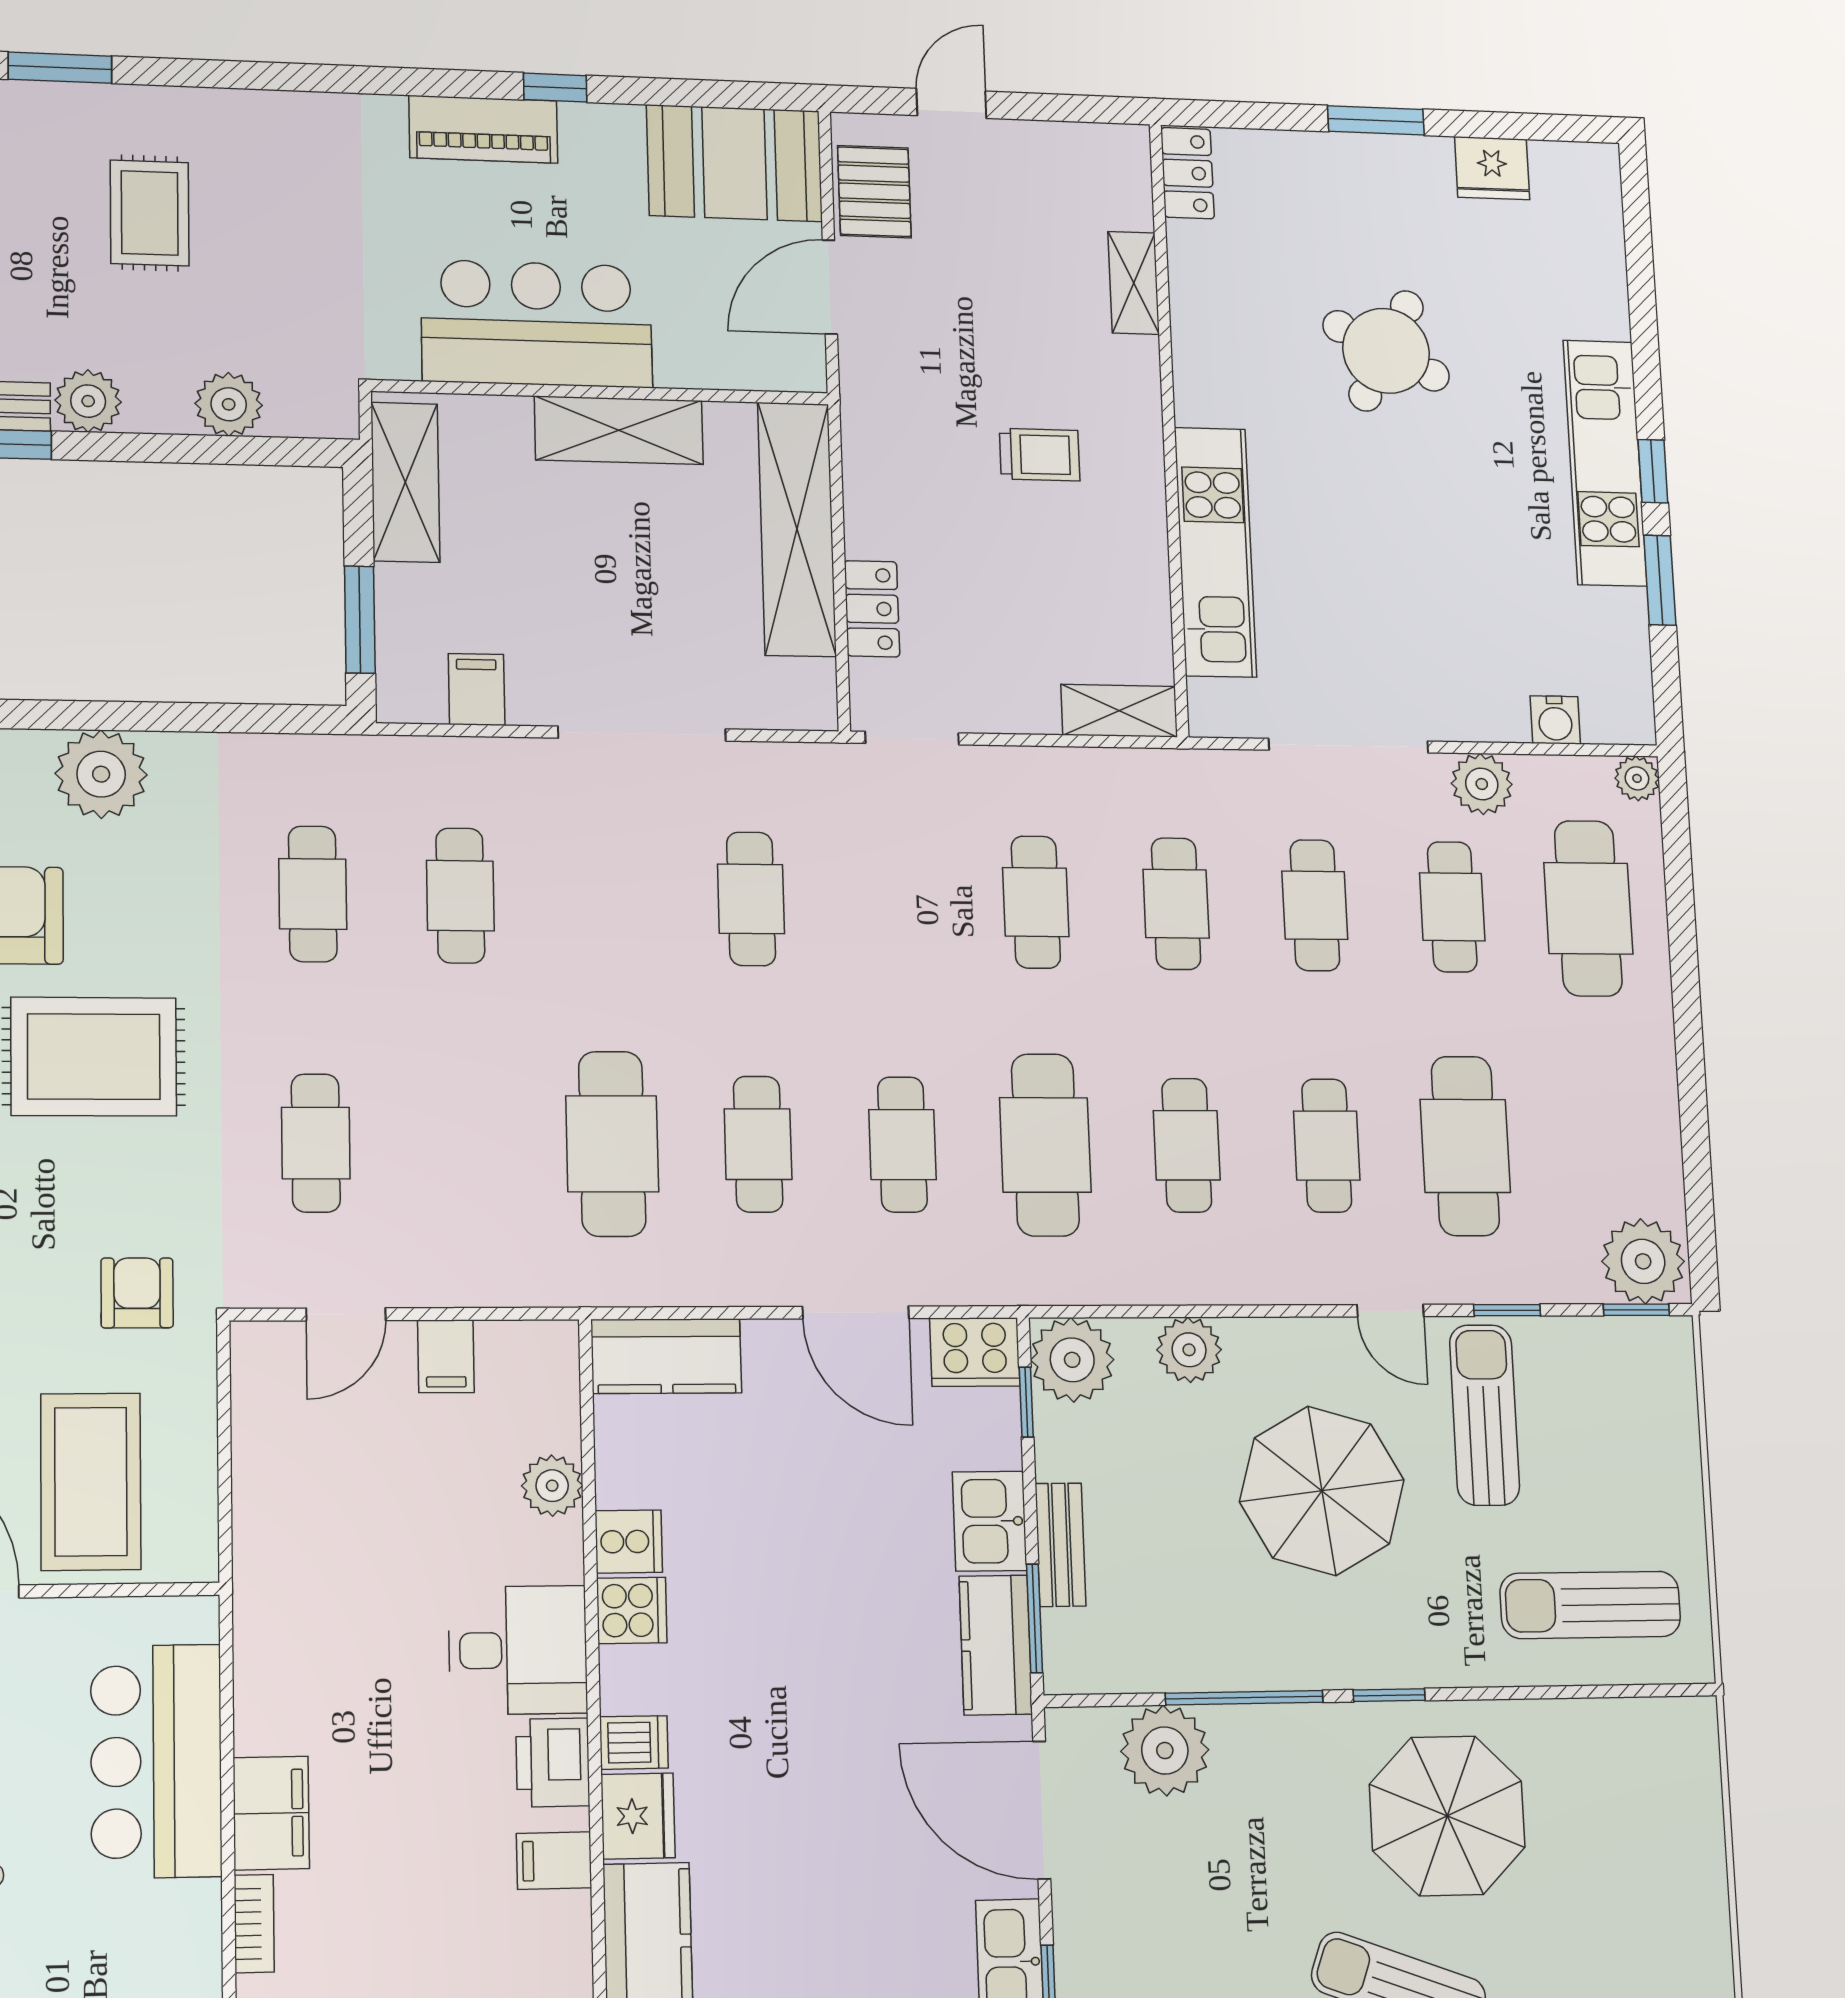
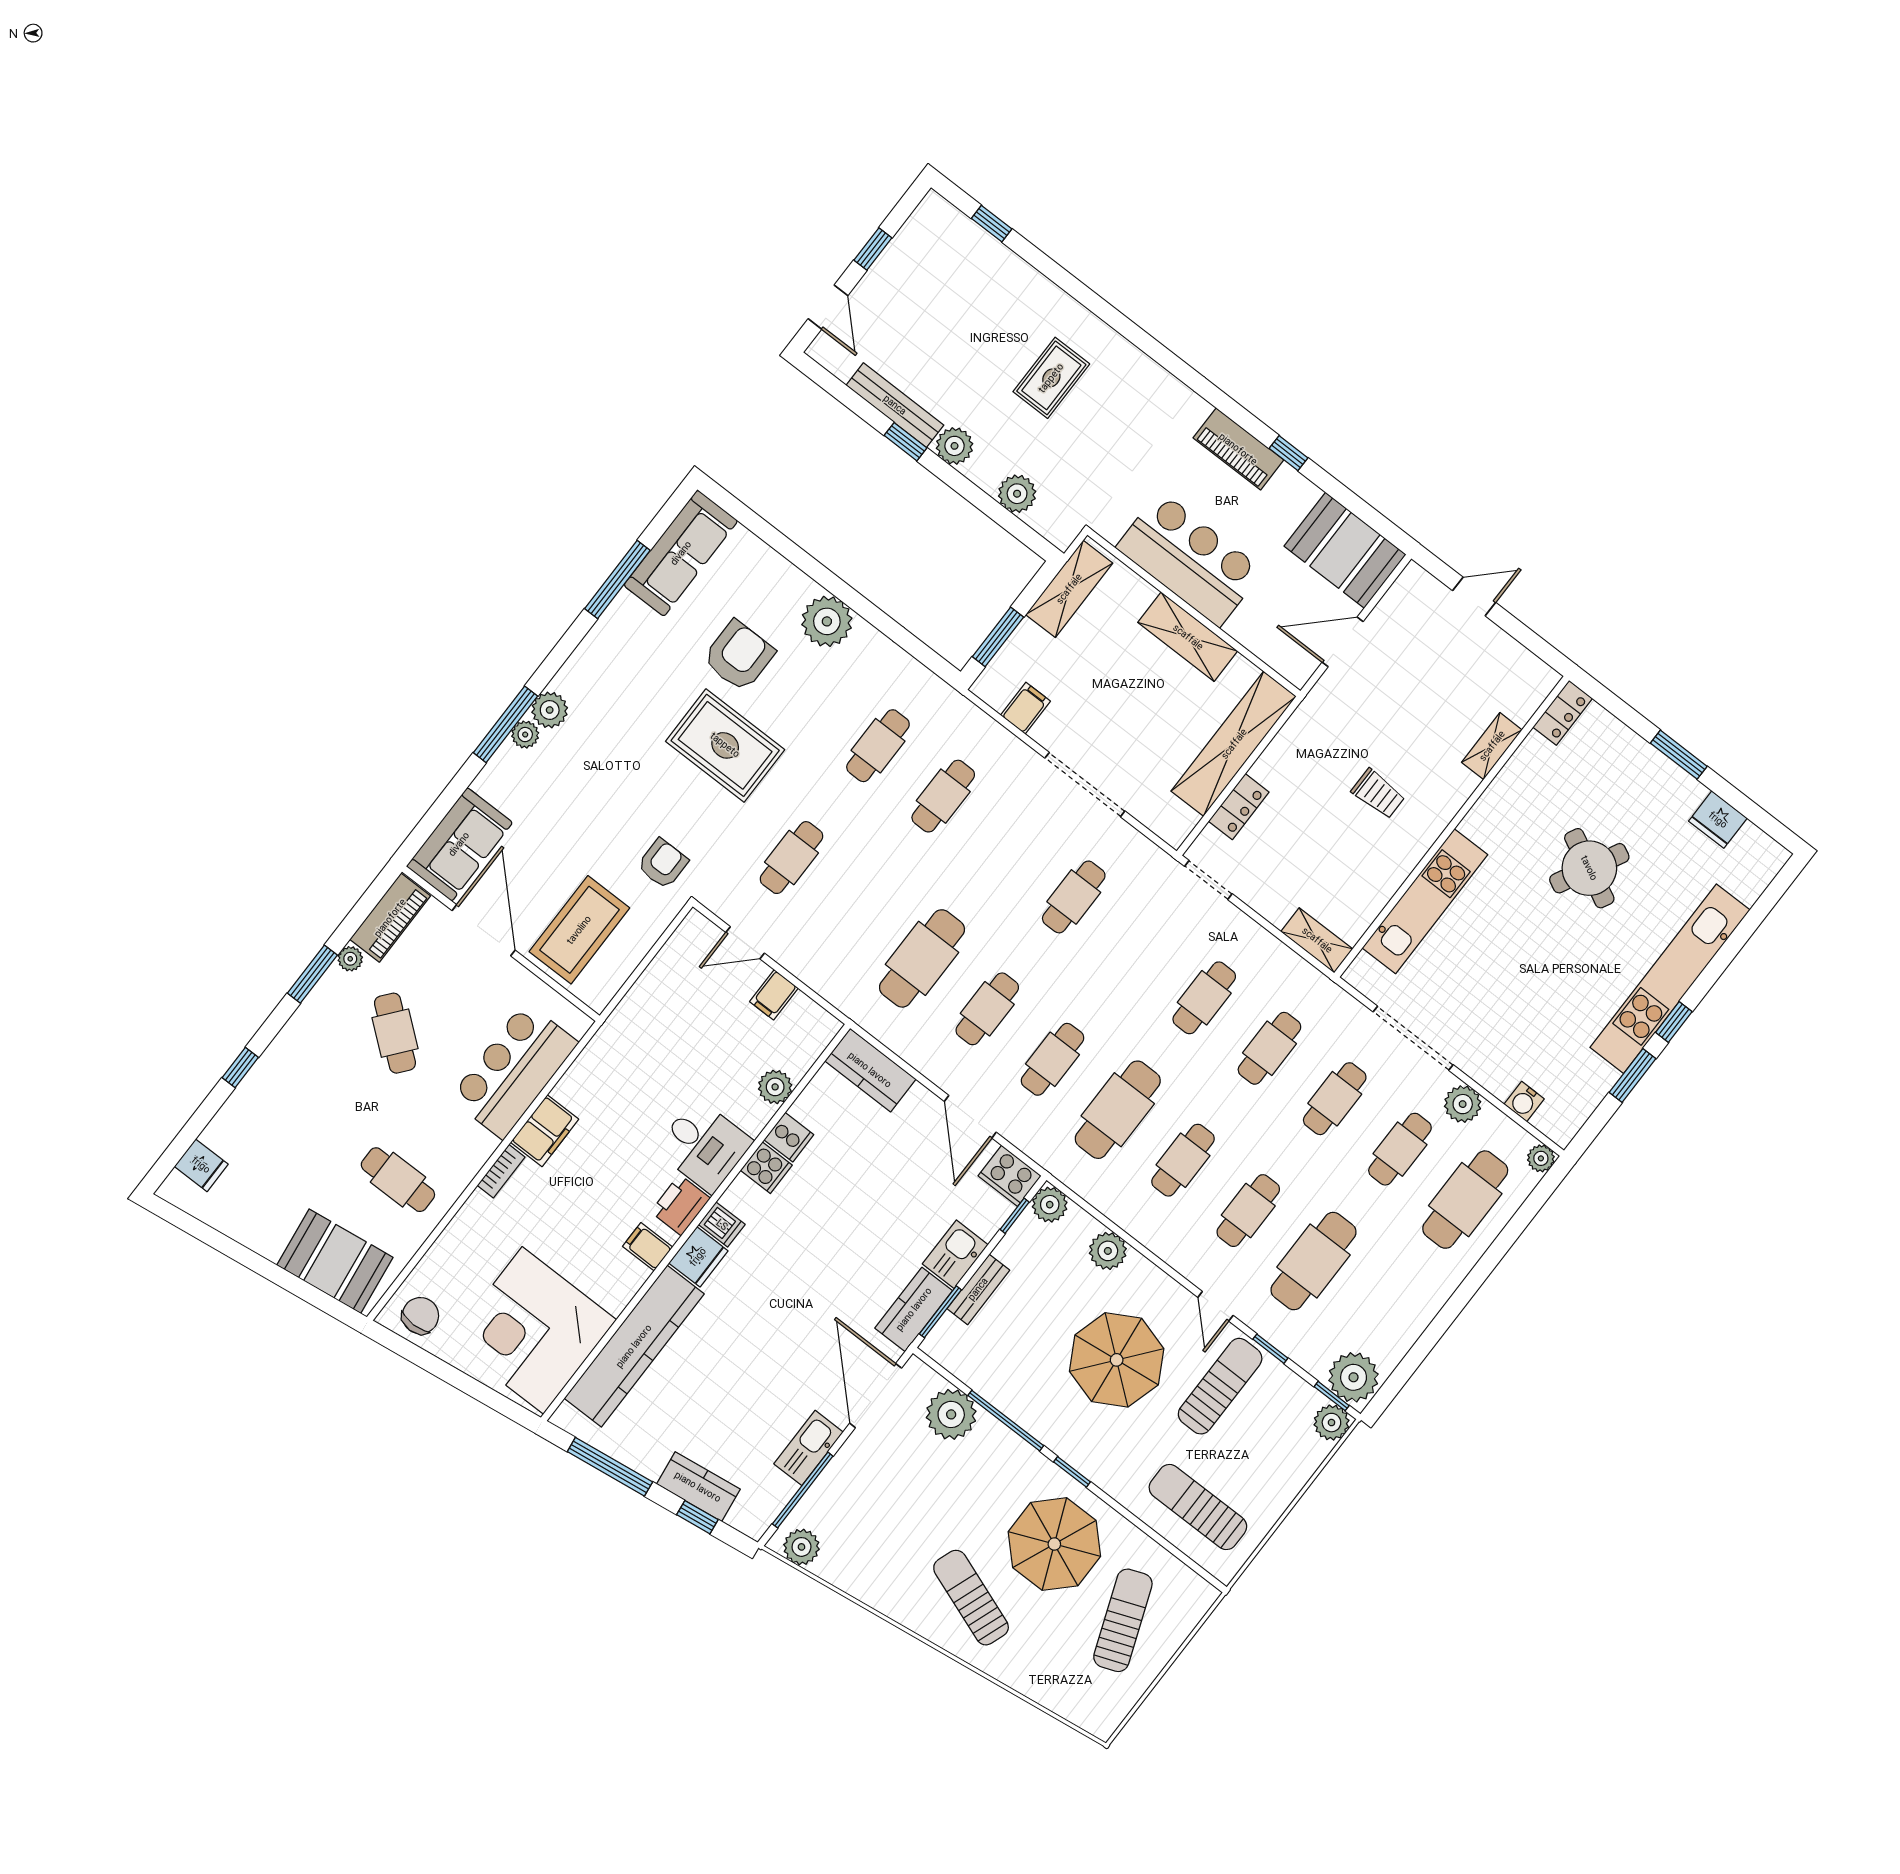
window: (60, 68) -> (1064, 280), removed
pallet: (874, 192) -> (1401, 612), removed
kitchen unit: (1605, 463) -> (1670, 979), width x1.36
plant: (1665, 1346) -> (1331, 1423), added
plant: (1072, 1360) -> (1050, 1205), width x0.73, depth x0.73
sun lounger: (1621, 1845) -> (1123, 1620), added

